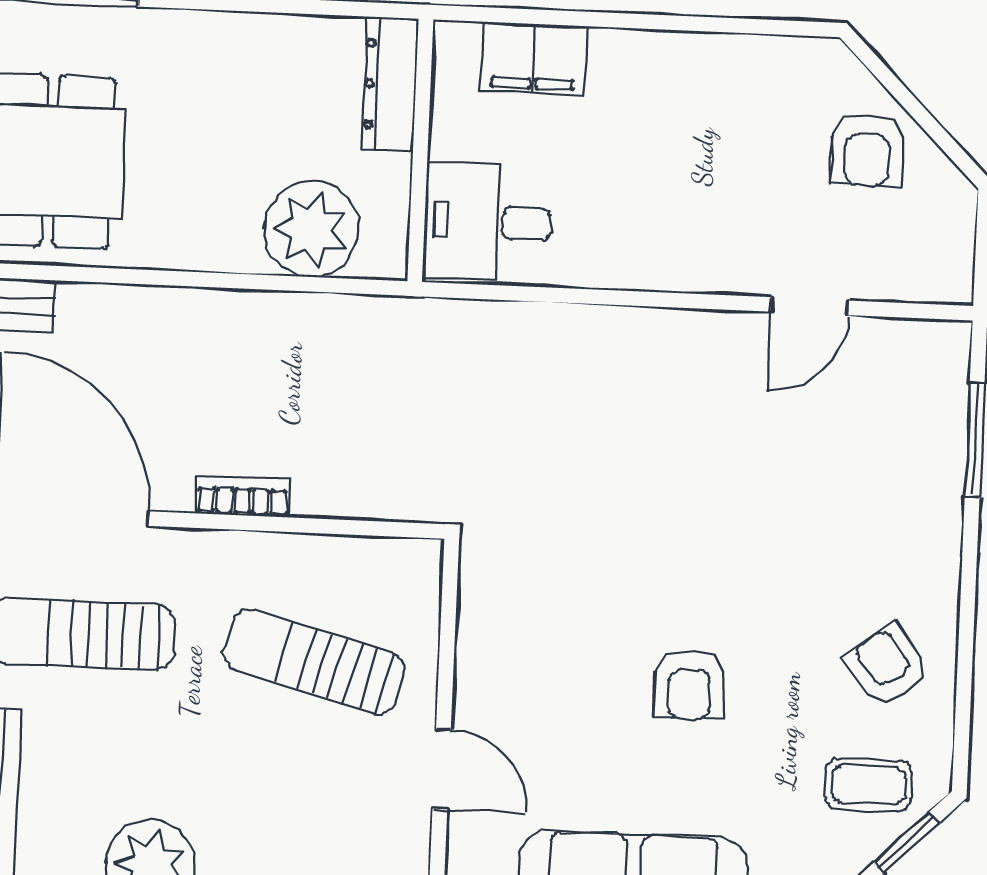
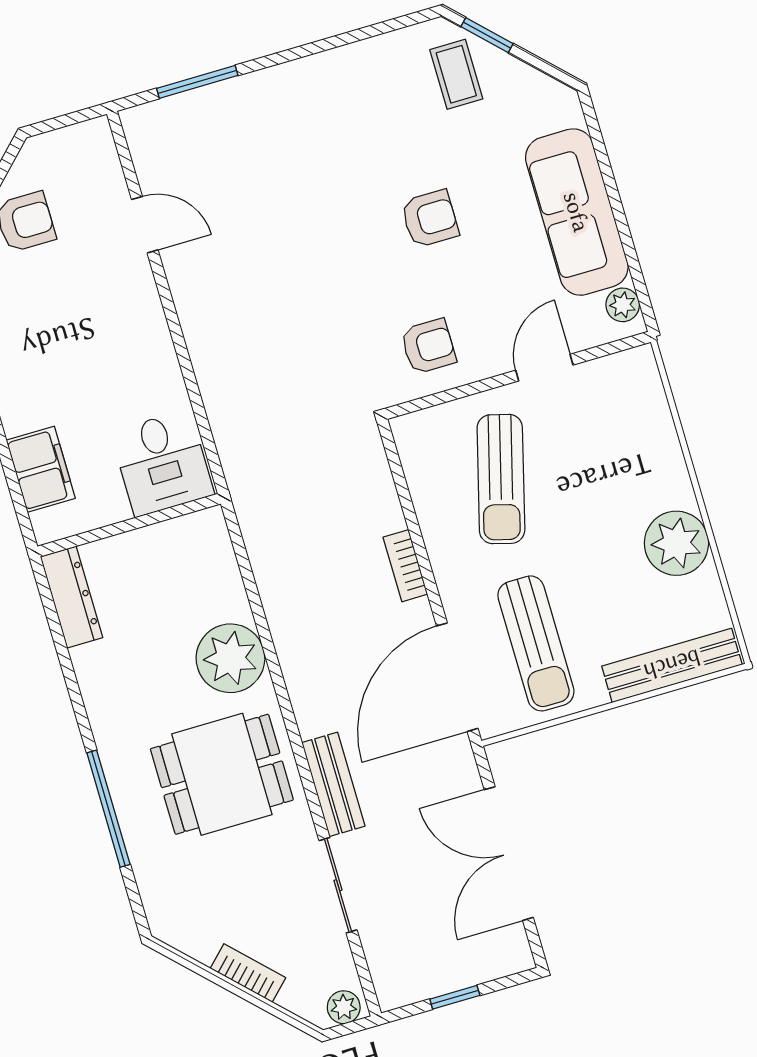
dresser: (390, 84) -> (71, 597), moved, turned -90
plant: (312, 229) -> (230, 658), moved
armchair: (887, 666) -> (428, 346), moved, turned -143

